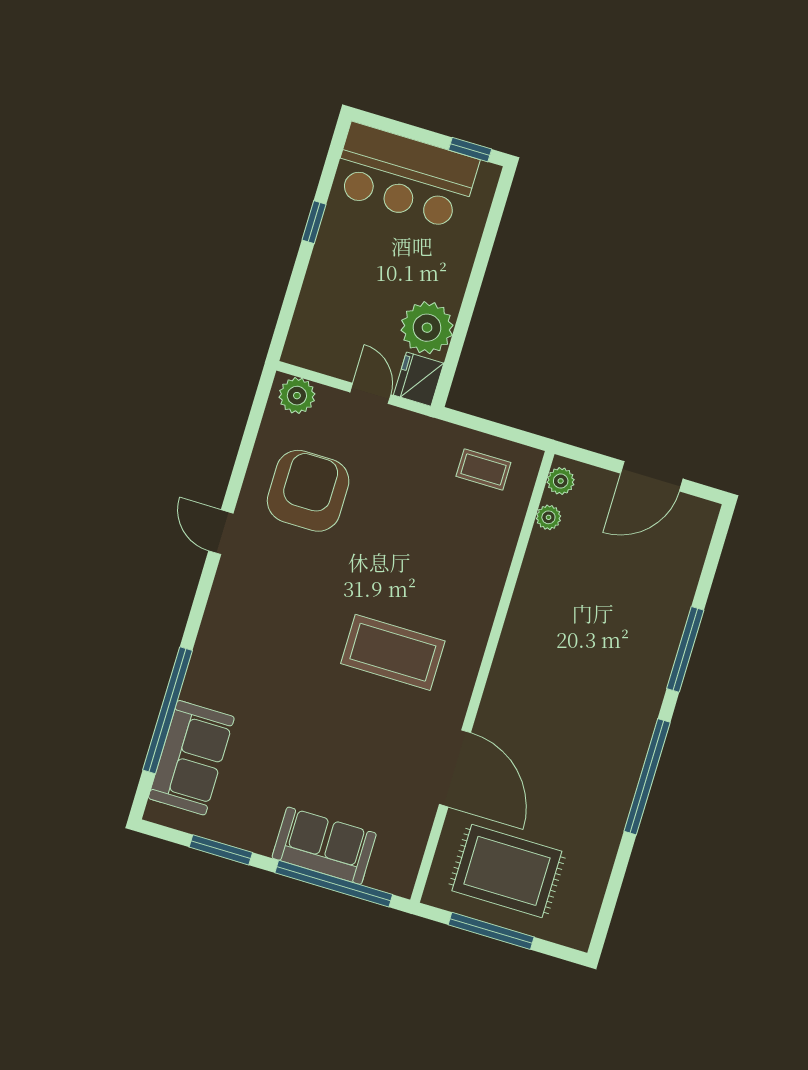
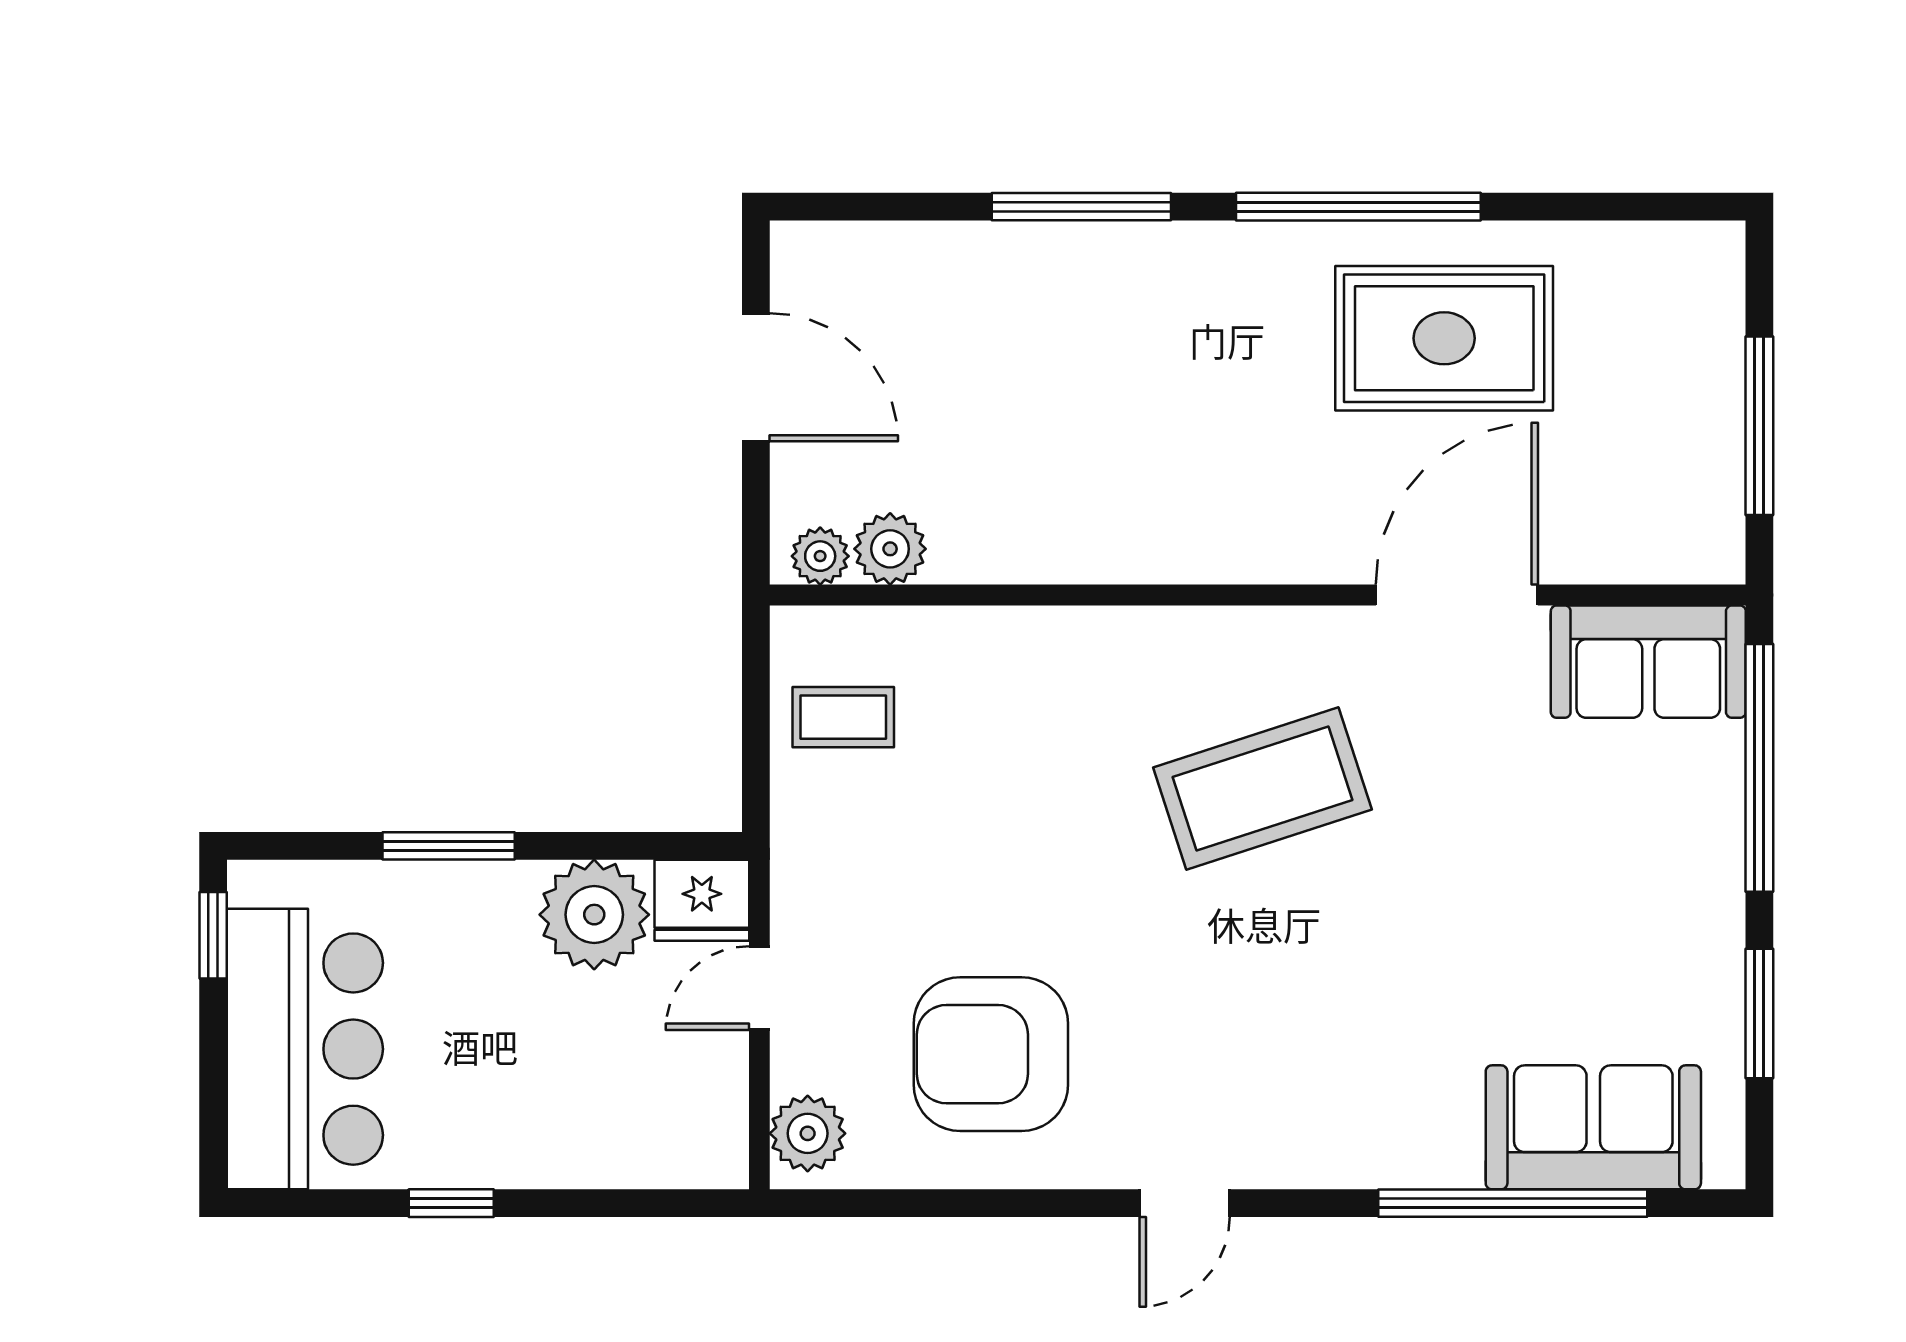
window: (479, 270) -> (449, 846), added
coffee table: (483, 469) -> (843, 717), turned 90
plant: (548, 517) -> (890, 549), width x1.38, depth x1.38
door: (221, 532) -> (1185, 1203), moved
coffee table: (393, 652) -> (1262, 789), turned 72
sofa: (324, 846) -> (1648, 662), moved, turned -90
rug: (507, 871) -> (1444, 338), moved, turned 90

